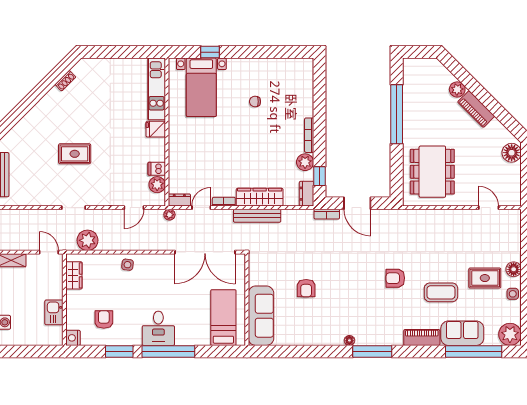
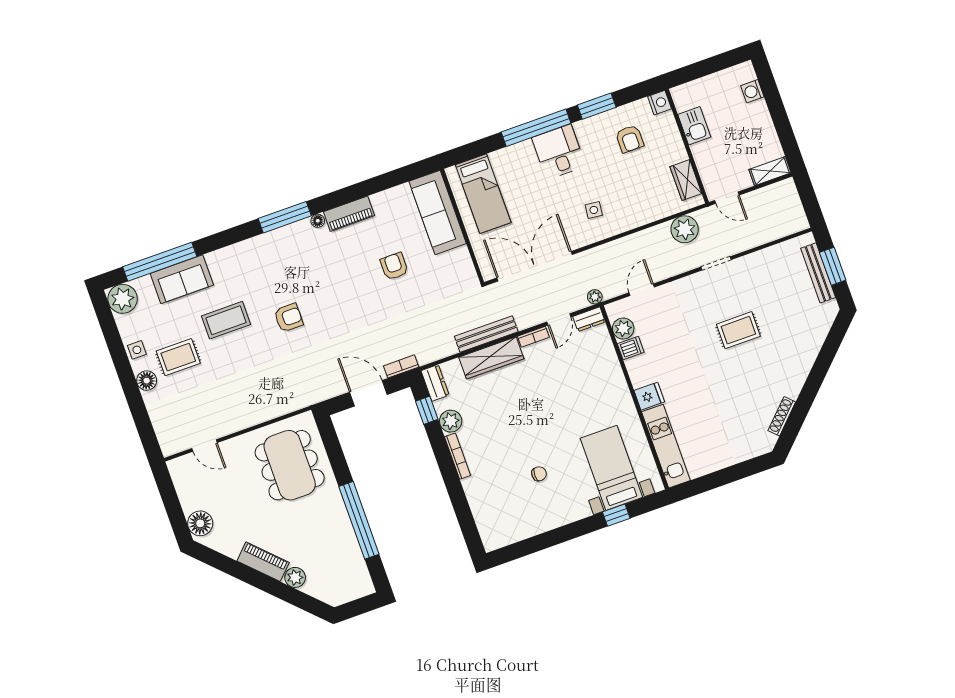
shoe rack: (65, 81) -> (782, 416), width x1.43
side table: (127, 265) -> (594, 210), moved
piano: (422, 338) -> (349, 214), moved

